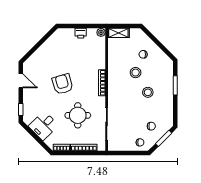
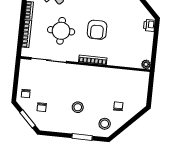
printer: (81, 33) -> (149, 25), moved
shelving: (118, 33) -> (144, 83), removed
stool: (136, 73) -> (105, 124), moved
armchair: (63, 84) -> (97, 30), moved, turned 106

